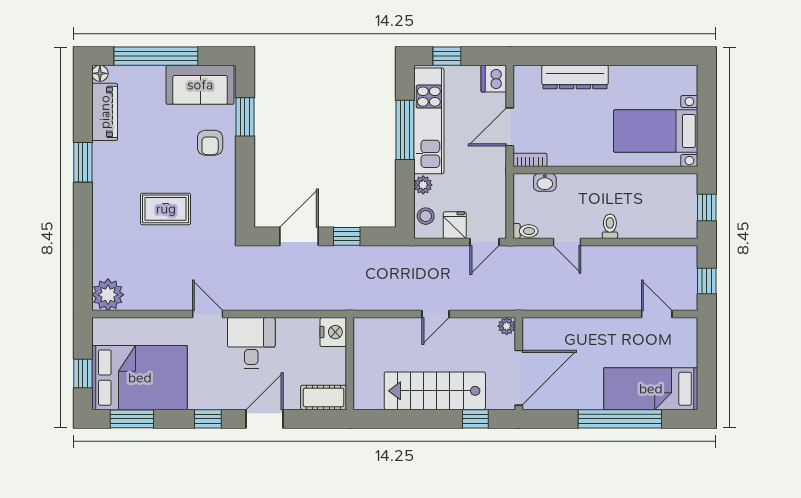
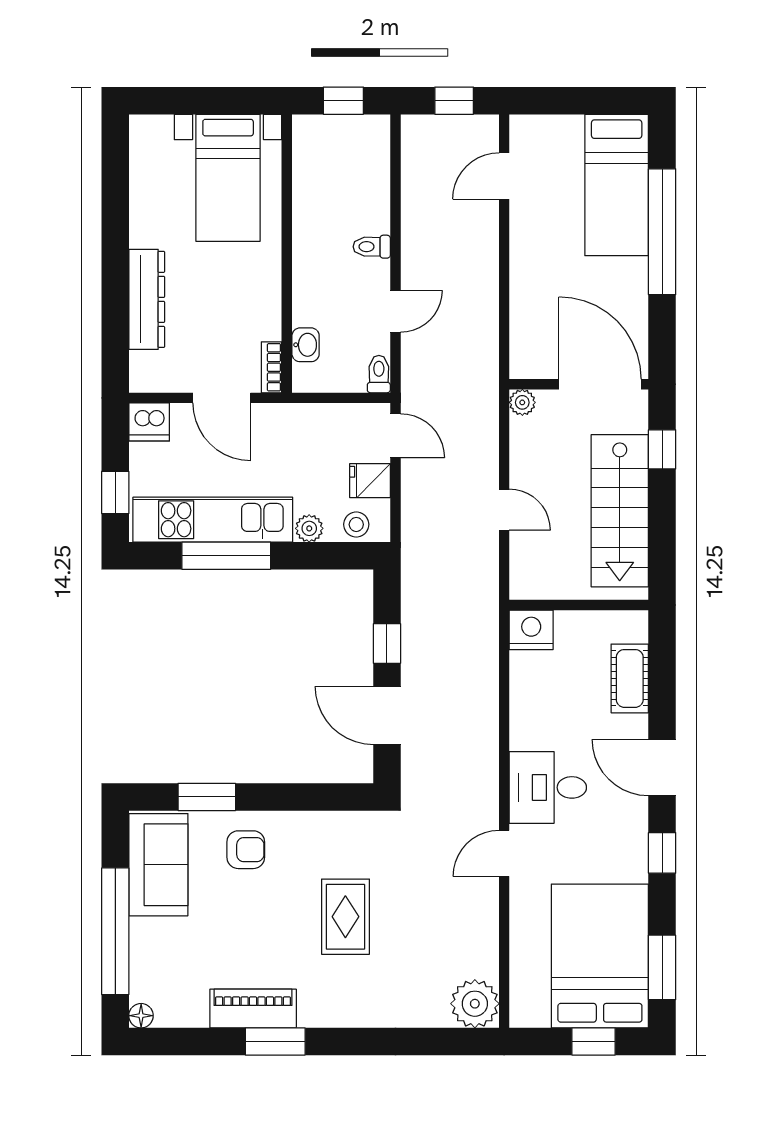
piano: (105, 112) -> (253, 1009), moved
nightstand: (333, 332) -> (531, 630), moved
wall: (350, 364) -> (579, 605), moved

